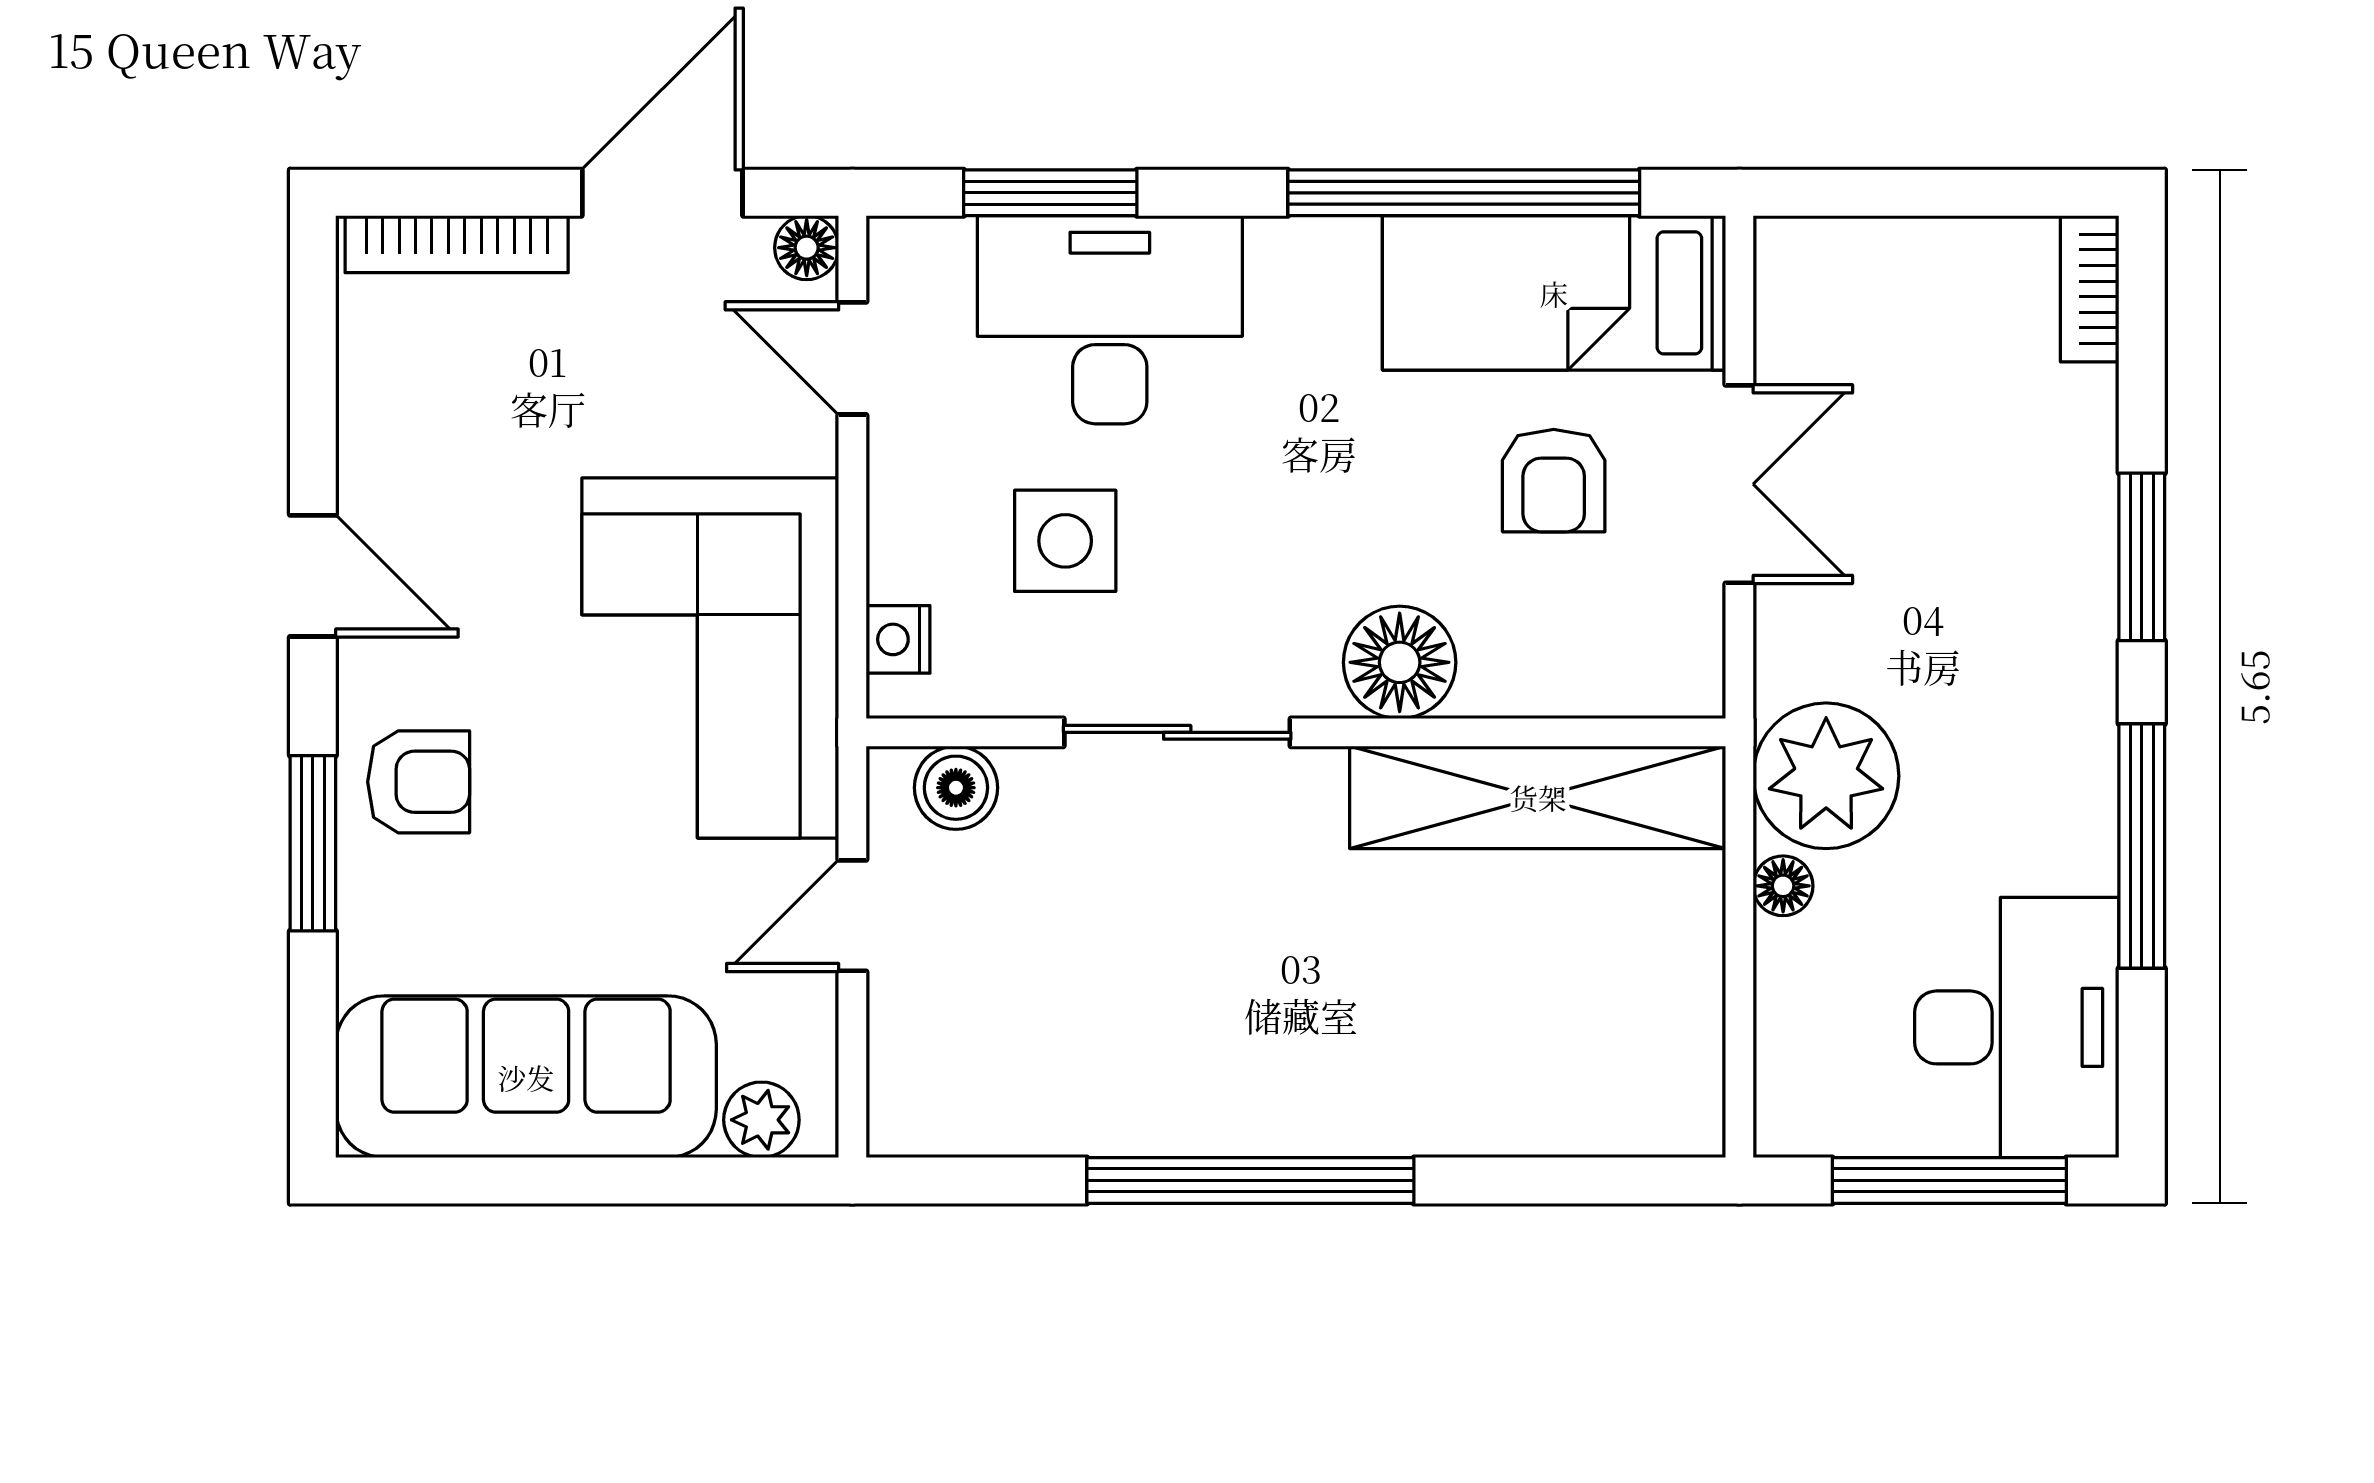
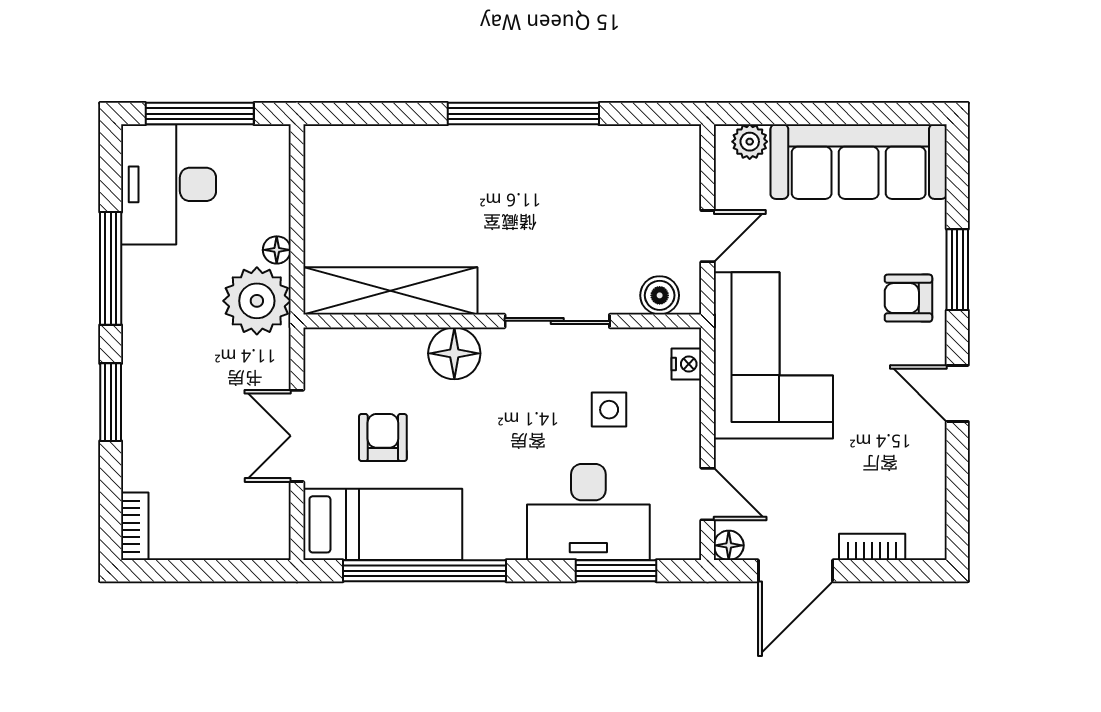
bookcase: (457, 244) -> (872, 547), width x0.64
side table: (1065, 541) -> (609, 410), width x0.73, depth x0.73

